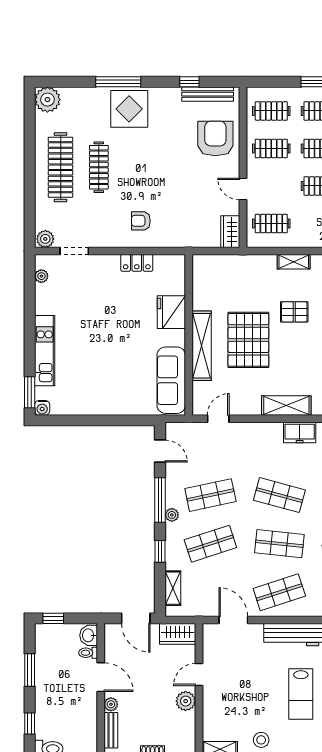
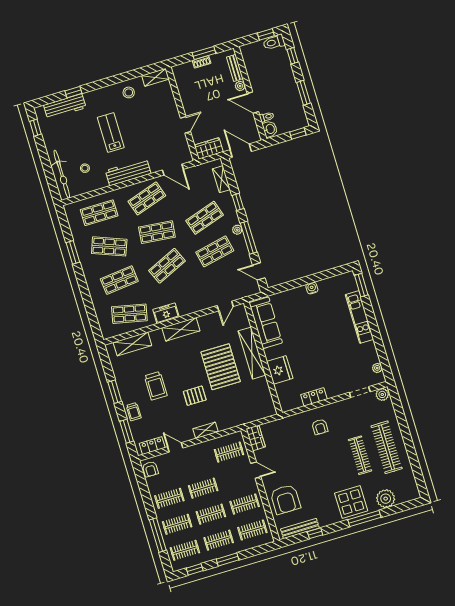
plant: (47, 100) -> (386, 499), moved
armchair: (141, 221) -> (320, 427), turned 90
water cooler: (42, 408) -> (312, 288), moved
shop shelf: (279, 495) -> (167, 266), turned -39
plant: (186, 701) -> (189, 104), removed

